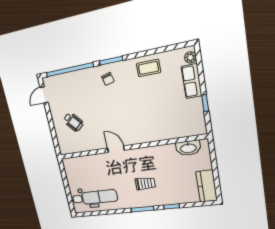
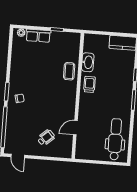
coffee table: (149, 68) -> (69, 71), moved
washbasin: (188, 148) -> (88, 62), moved
door: (116, 149) -> (75, 128), moved
trolley: (145, 183) -> (89, 84), moved

